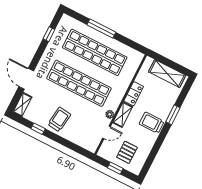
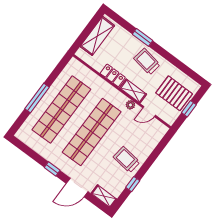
window: (49, 34) -> (52, 169), moved
trolley: (152, 123) -> (147, 62), turned 99
door: (106, 132) -> (149, 112), swing flipped
pallet: (127, 152) -> (174, 93), width x1.50, depth x1.42

